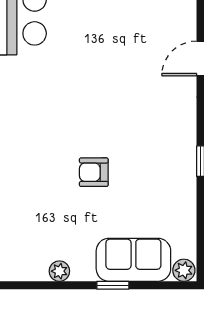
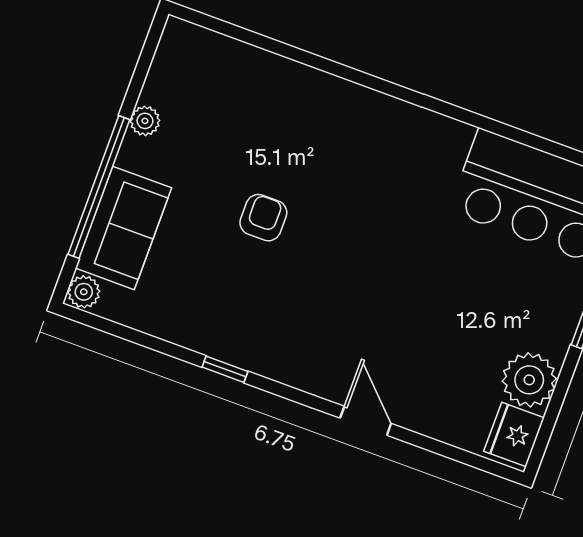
window: (113, 285) -> (99, 187), width x3.17

